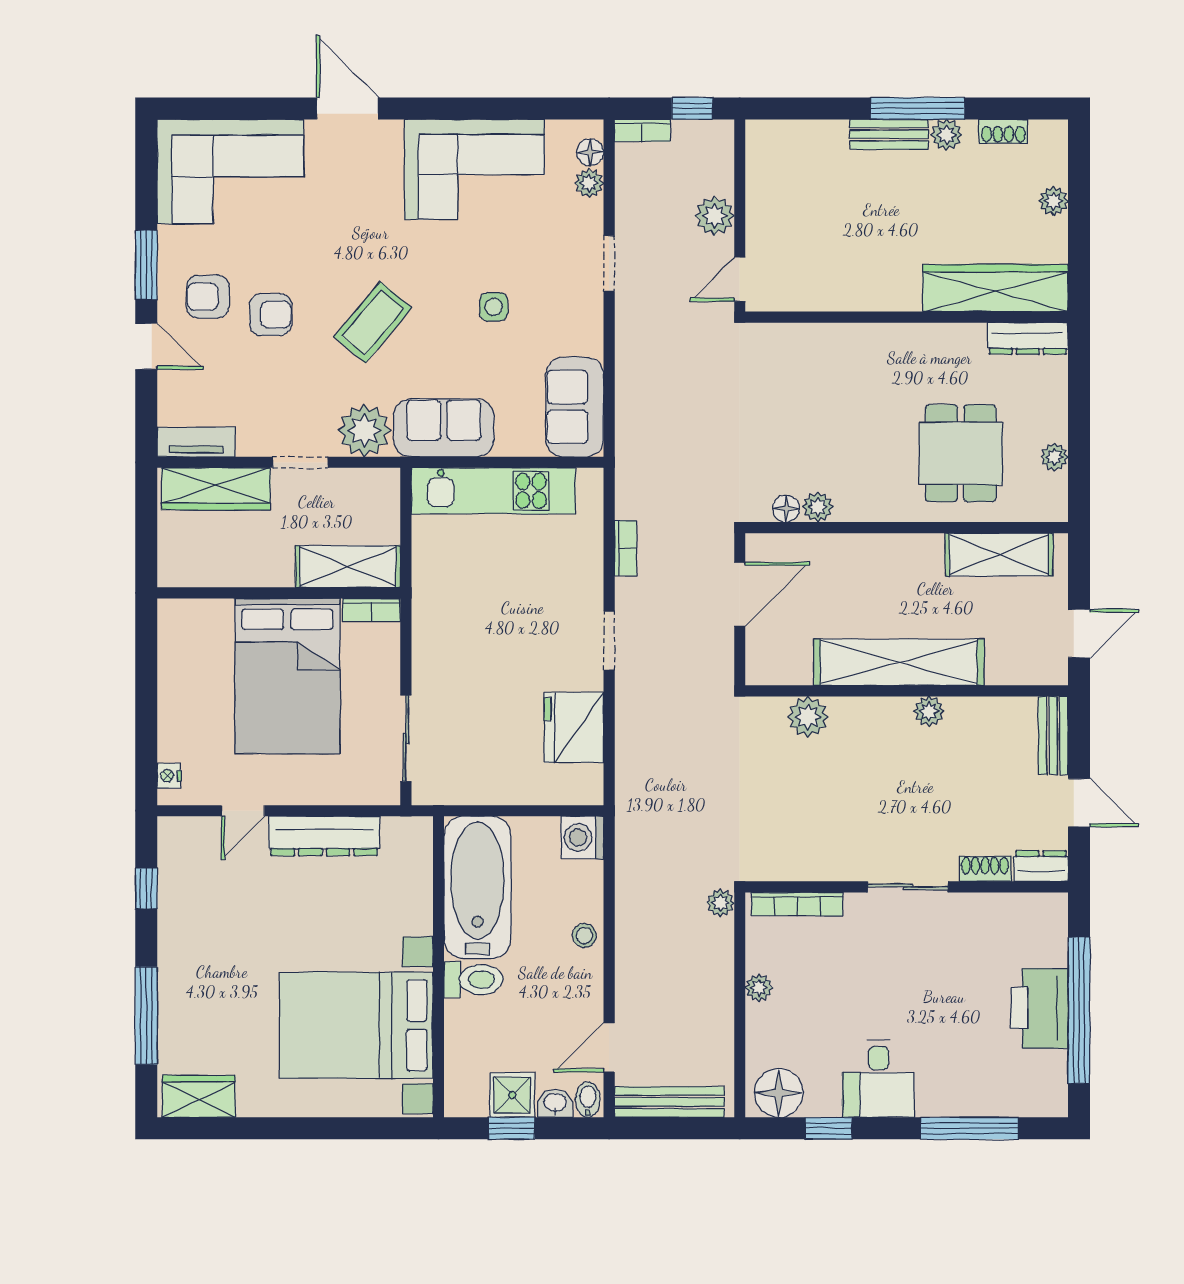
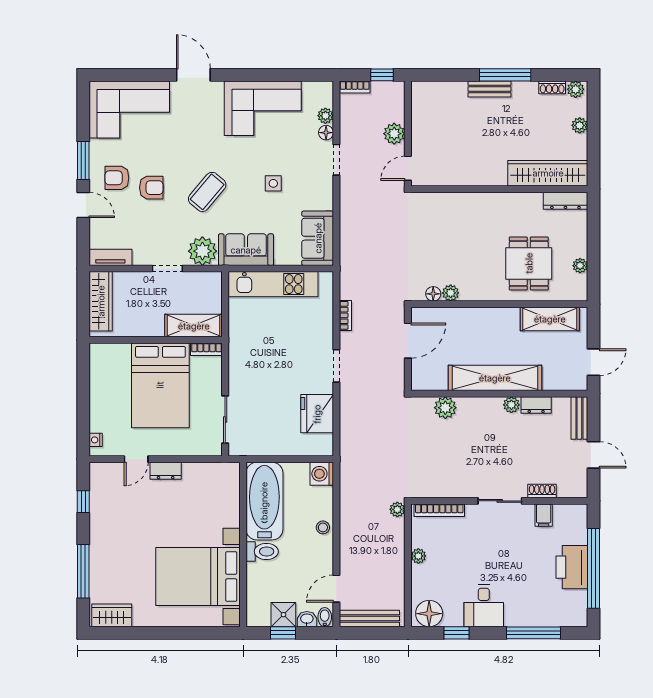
plant: (947, 135) -> (576, 89), moved
floor lamp: (590, 152) -> (326, 133), moved
wardrobe: (216, 489) -> (101, 301), moved, turned -90
dresser: (324, 836) -> (166, 471), width x0.51, depth x0.80
dresser: (1041, 866) -> (536, 405), moved, turned 180
filing cabinet: (988, 913) -> (544, 515), added

